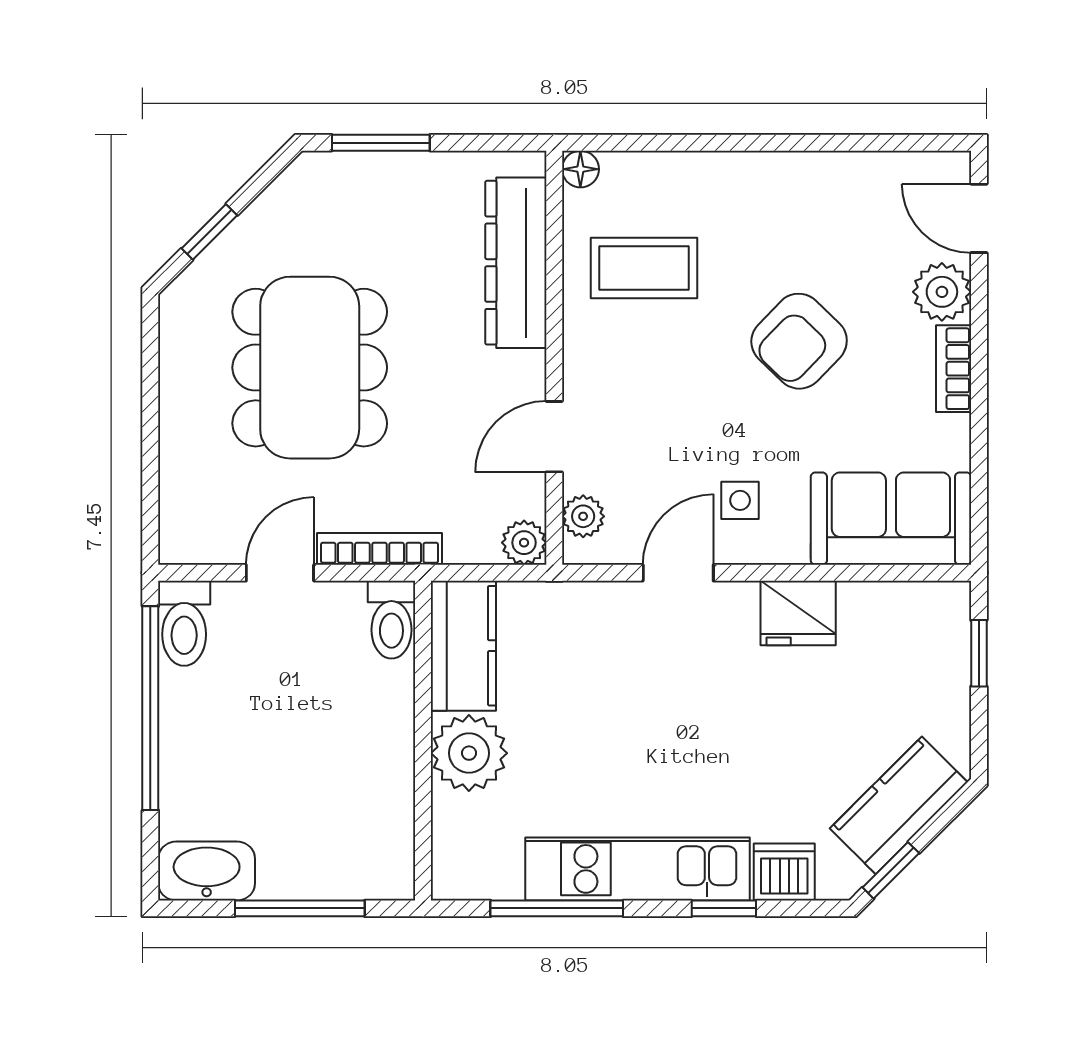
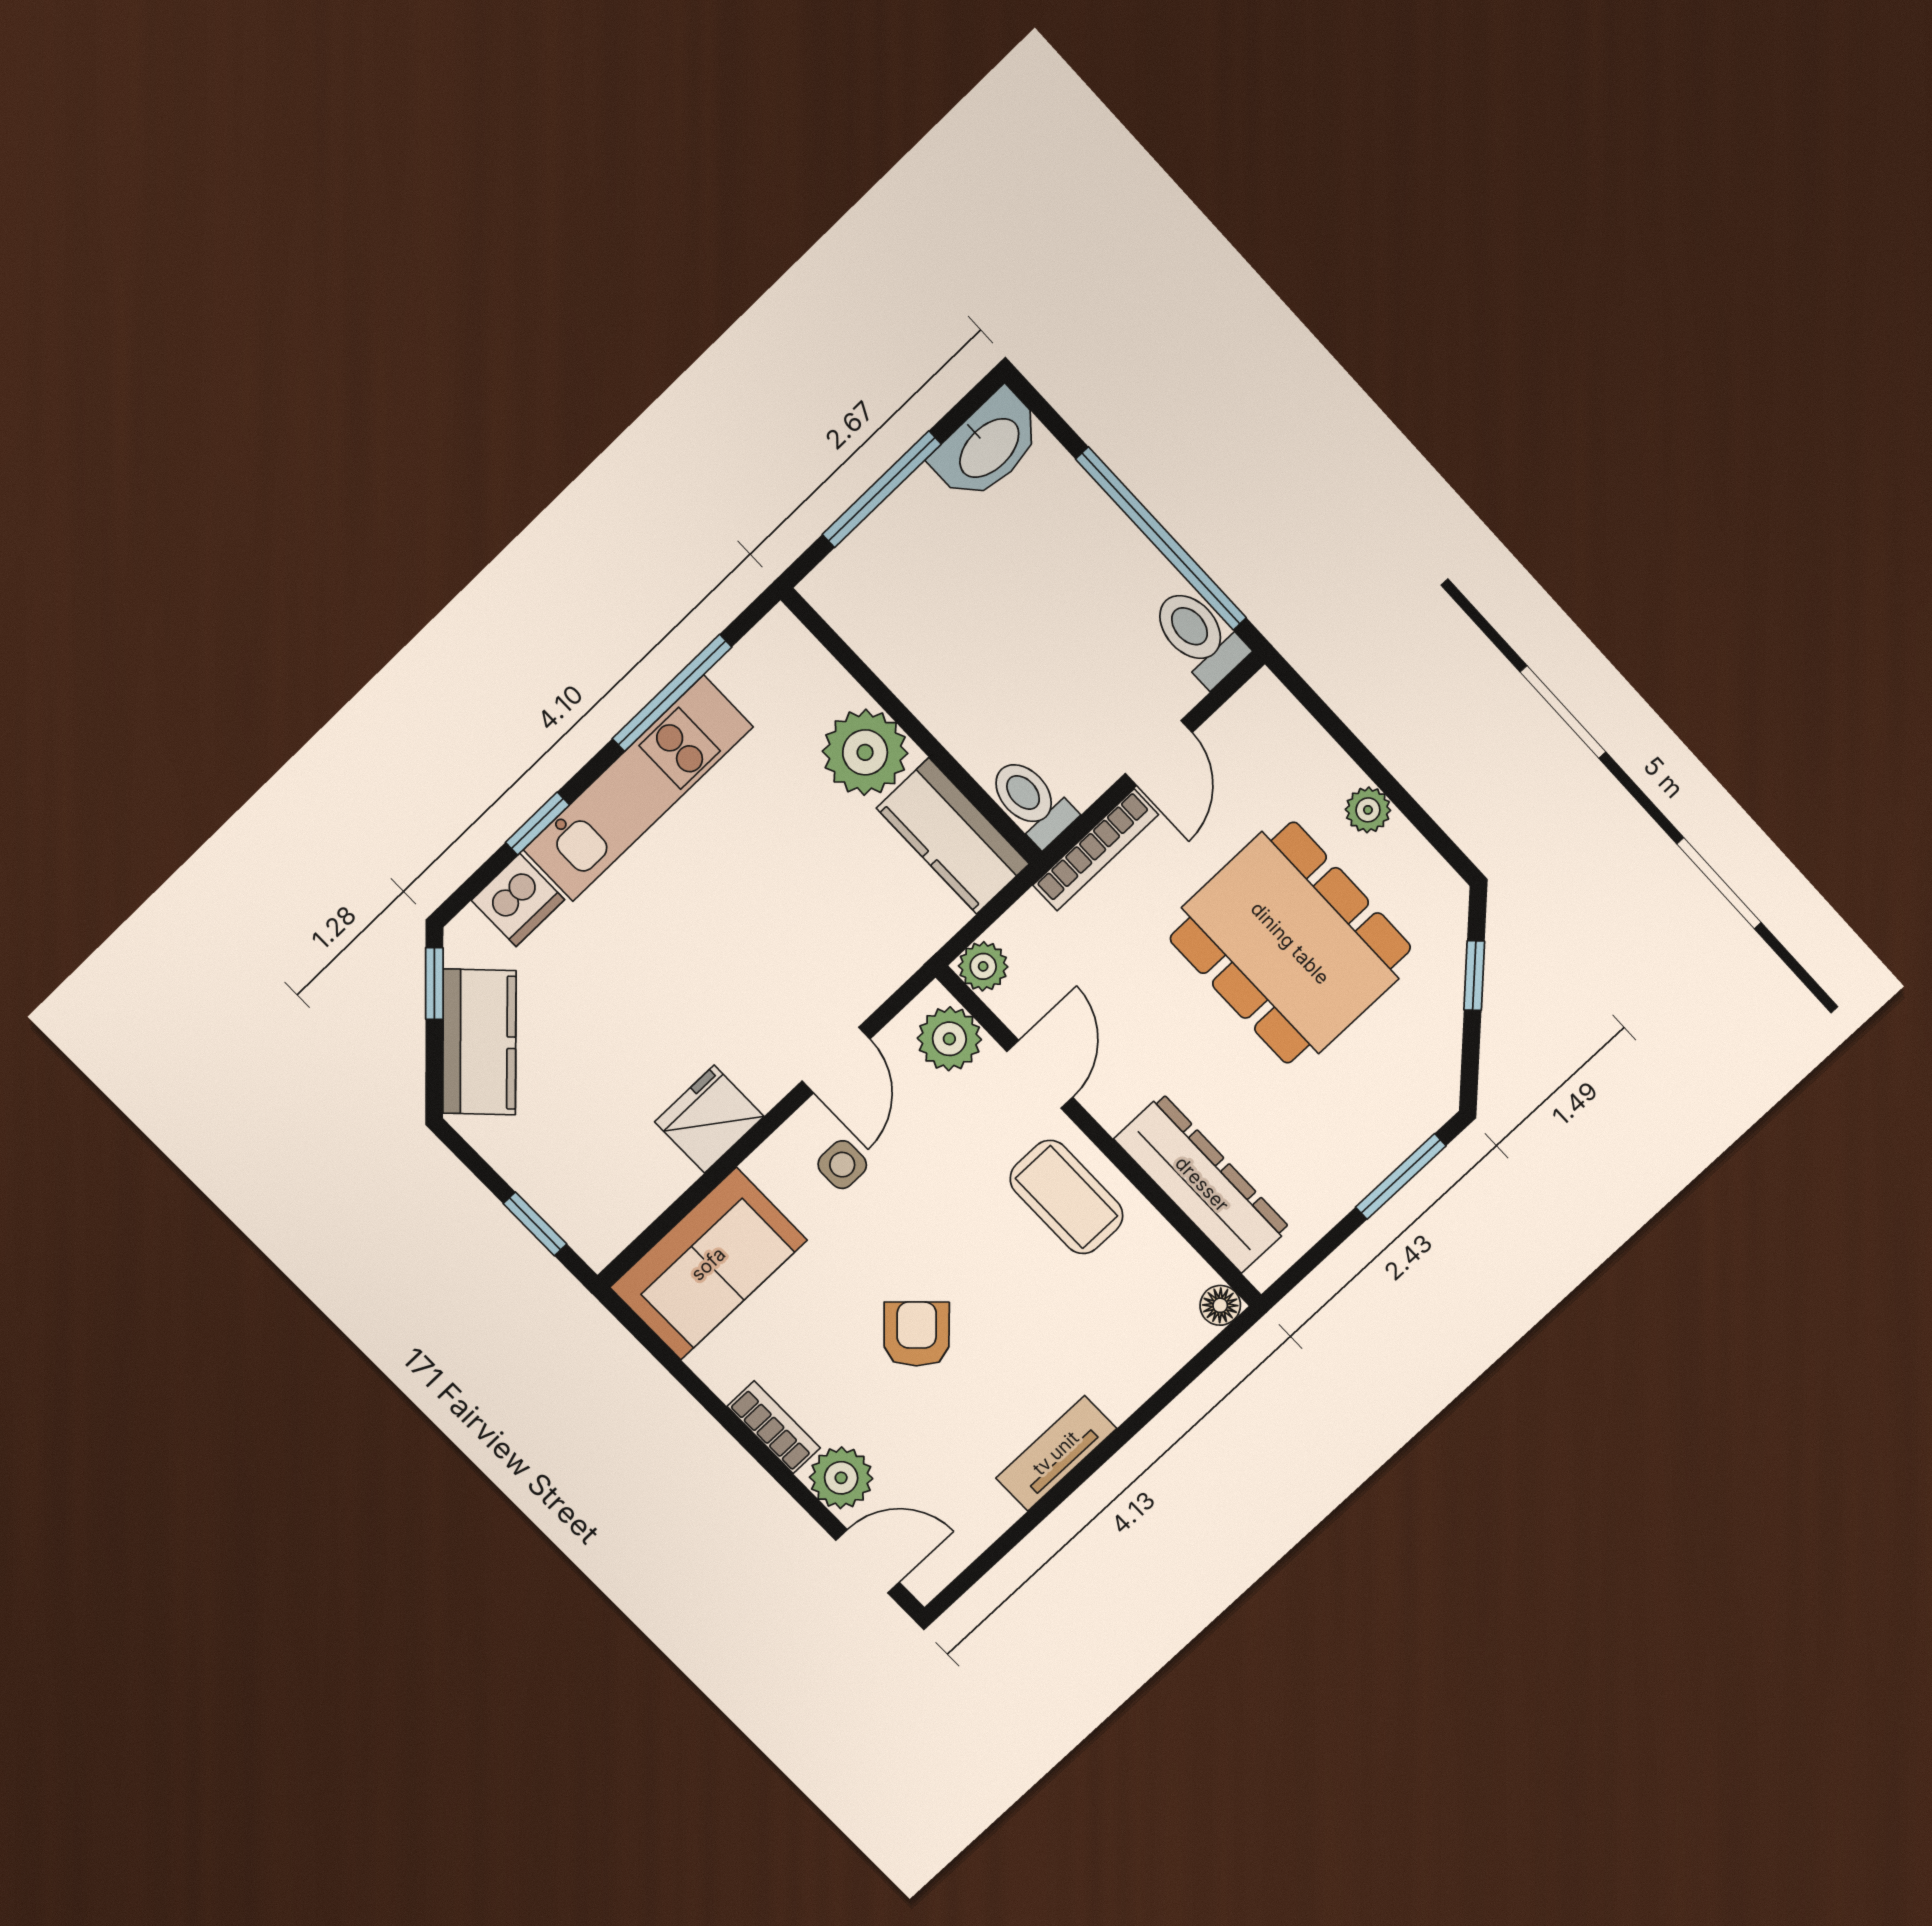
tv unit: (783, 172) -> (1056, 1453), added
coffee table: (644, 268) -> (1067, 1197), moved, turned 90
armchair: (799, 341) -> (917, 1334), width x0.72, depth x0.72
plant: (179, 407) -> (1368, 810), added
plant: (583, 516) -> (949, 1039), width x1.38, depth x1.38

